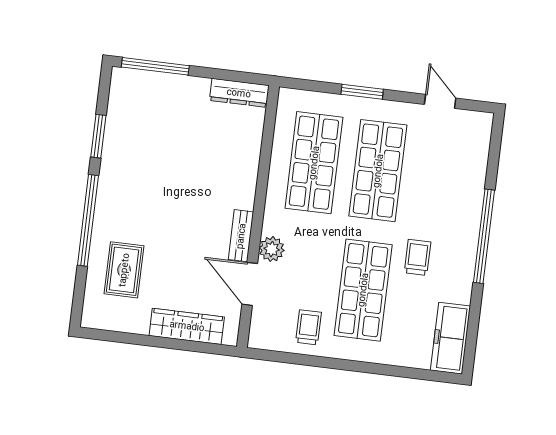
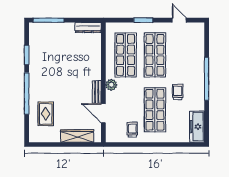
plant: (272, 249) -> (111, 85), moved

